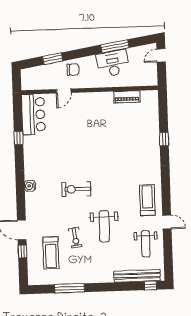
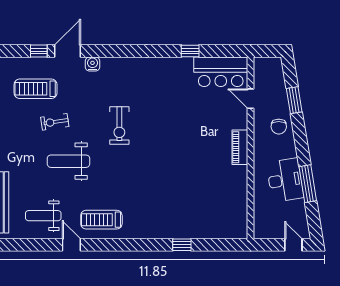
door: (64, 91) -> (251, 99), moved
piano: (127, 97) -> (240, 147), moved
water cooler: (30, 186) -> (92, 64), moved
exercise bike: (76, 189) -> (119, 126), turned 180
treadmill: (147, 200) -> (101, 220), turned 180
door: (167, 222) -> (71, 245), swing flipped

